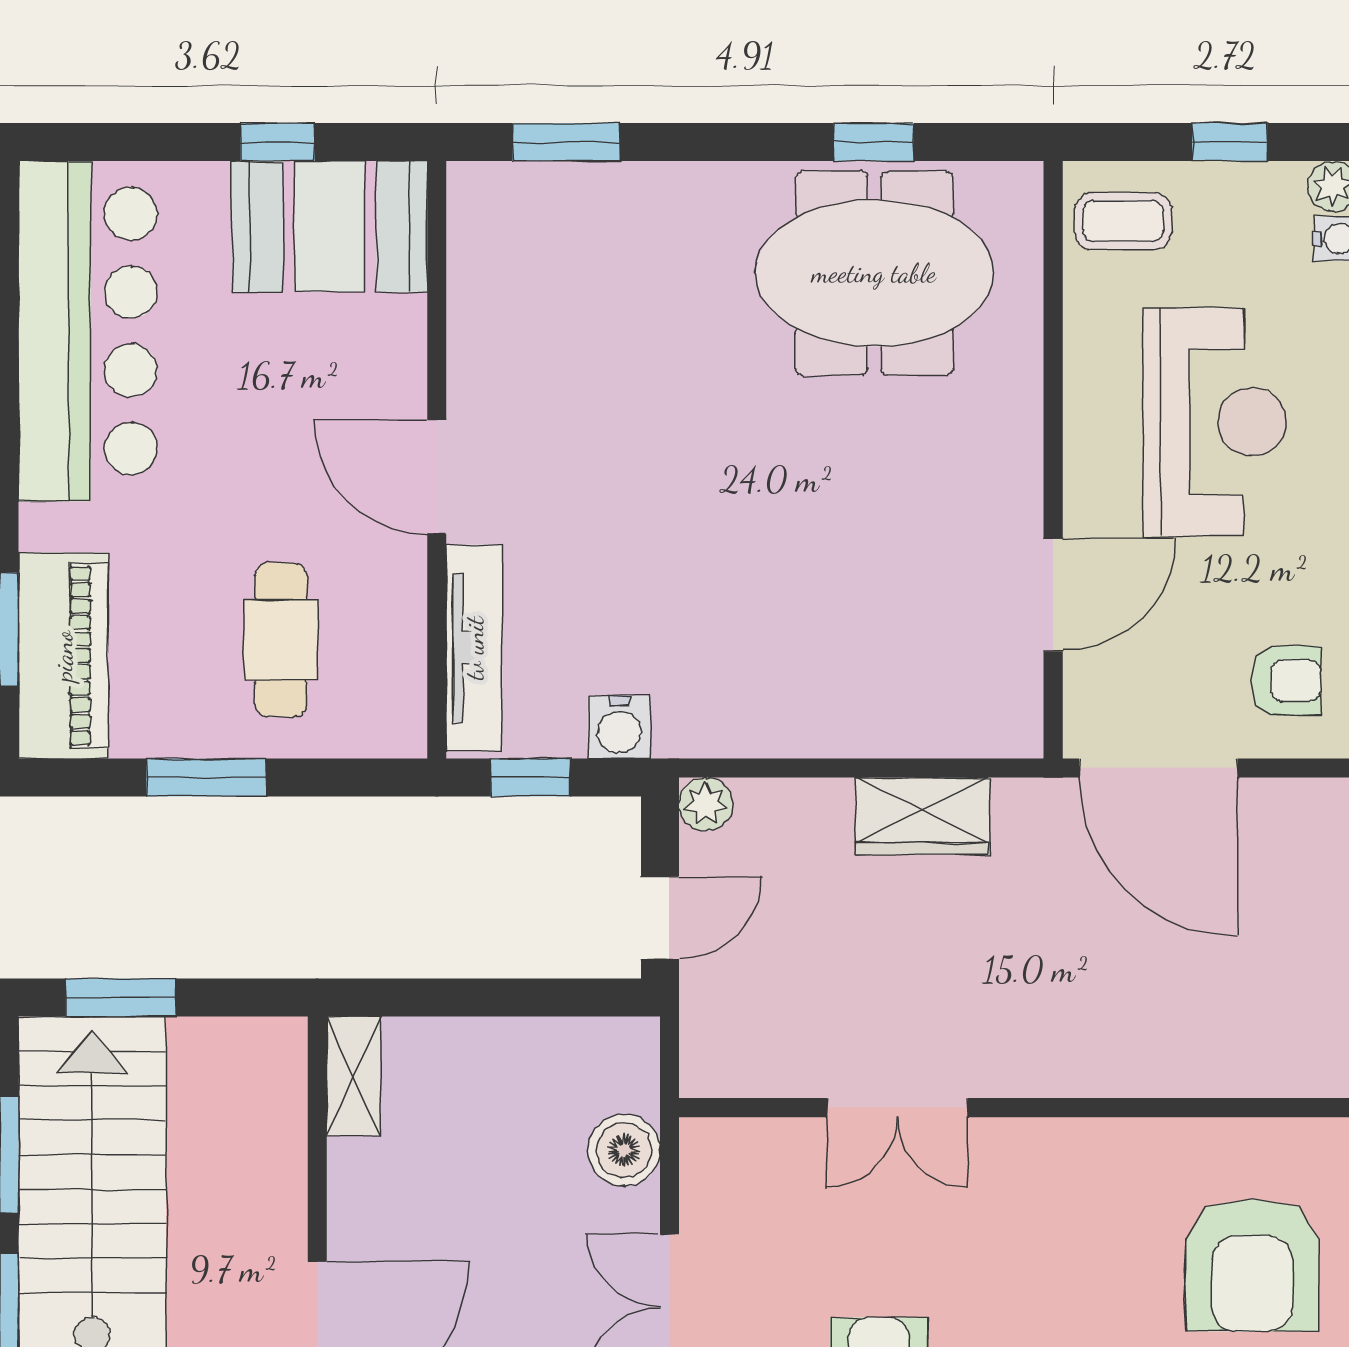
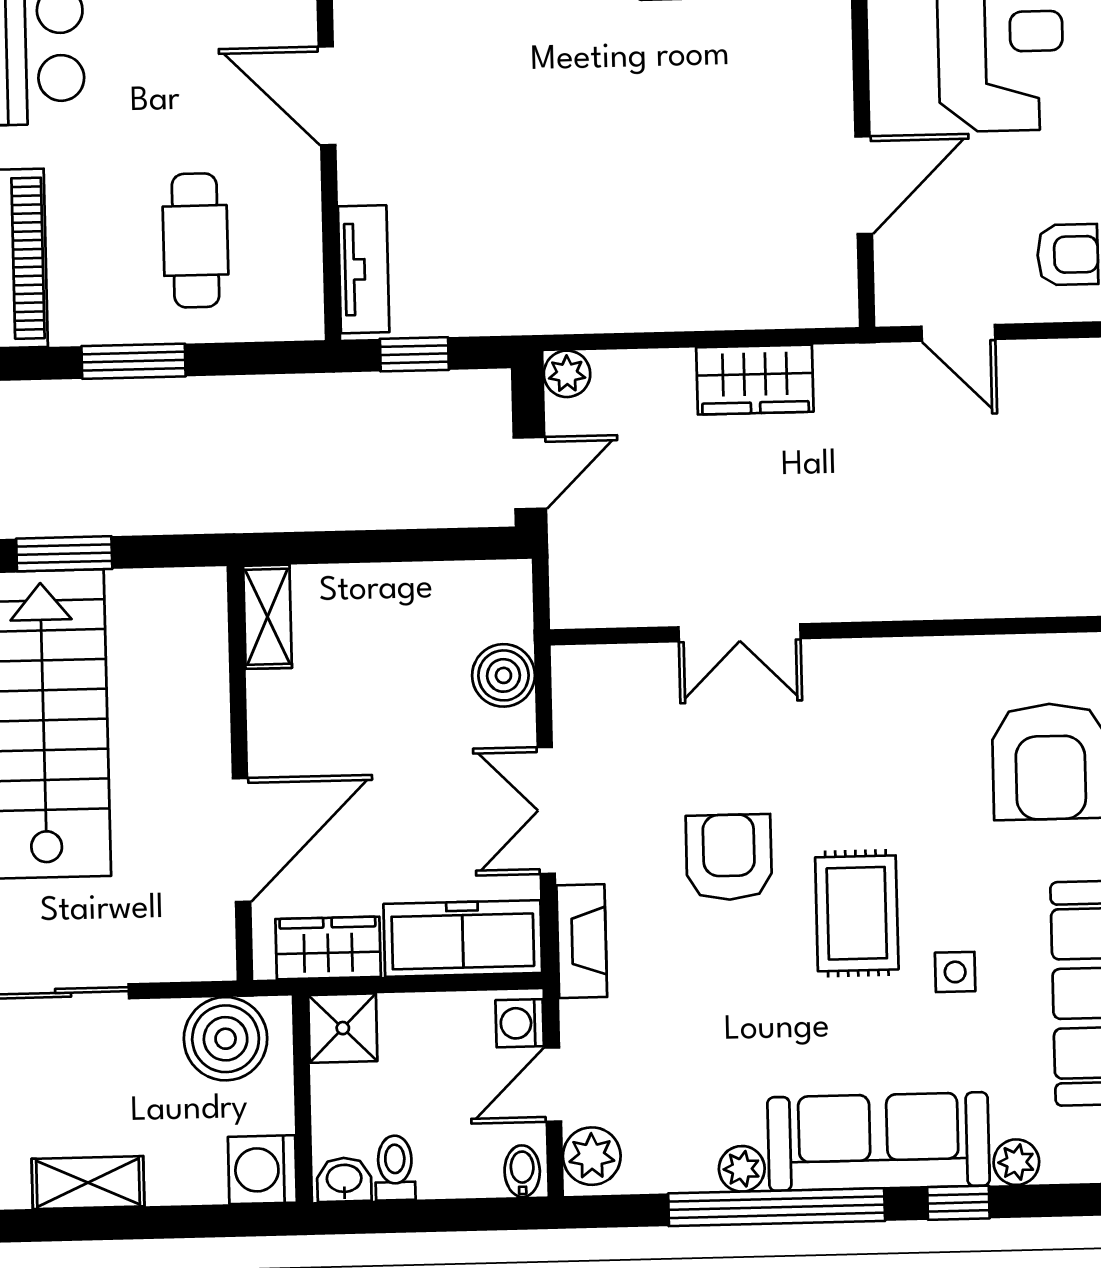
tv unit: (474, 648) -> (364, 269), width x0.71
water cooler: (619, 727) -> (490, 309), removed
door: (1158, 768) -> (958, 333), width x0.53

